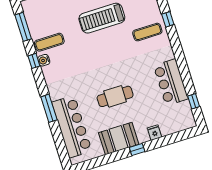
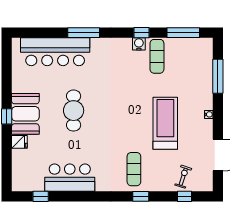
booth: (119, 139) -> (25, 114), moved

